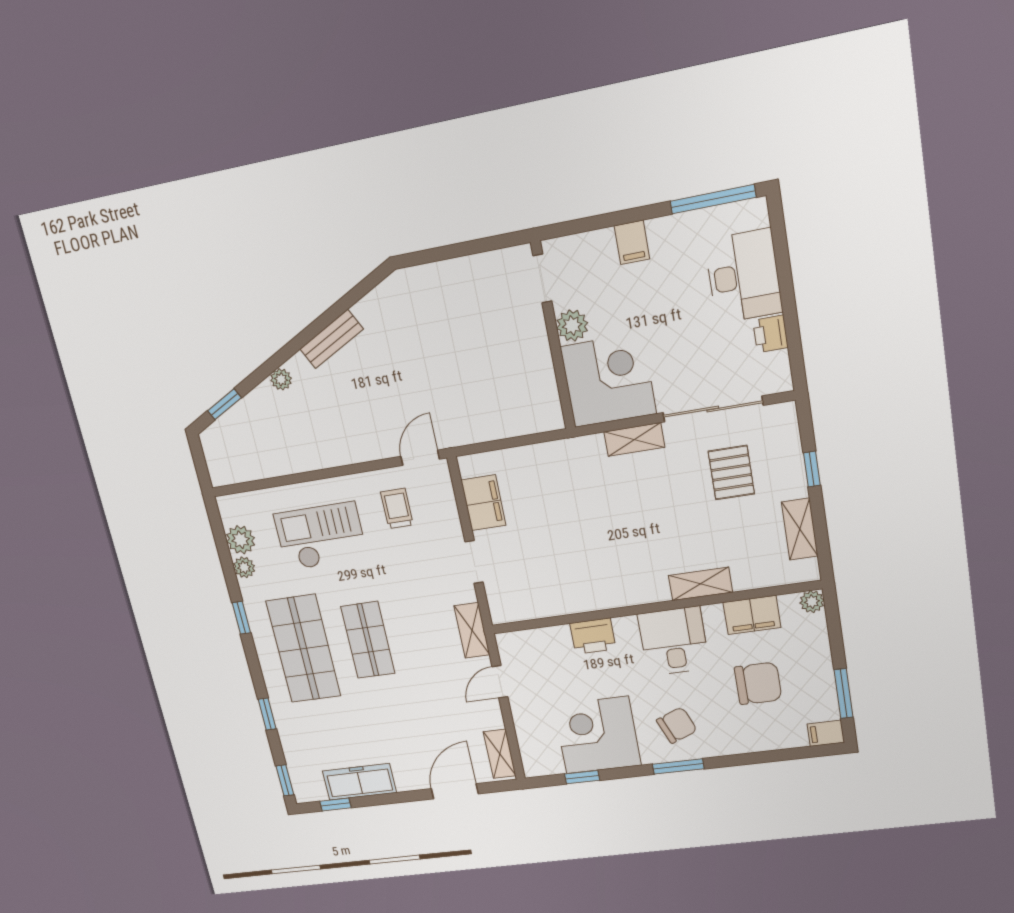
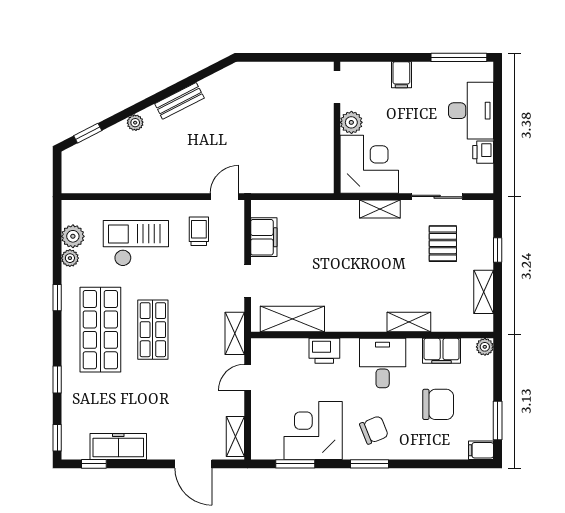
sliding door: (713, 409) -> (437, 197), width x0.73
shelving: (543, 602) -> (292, 319), added
window: (582, 777) -> (295, 464), width x1.50
door: (455, 791) -> (193, 464), swing flipped

